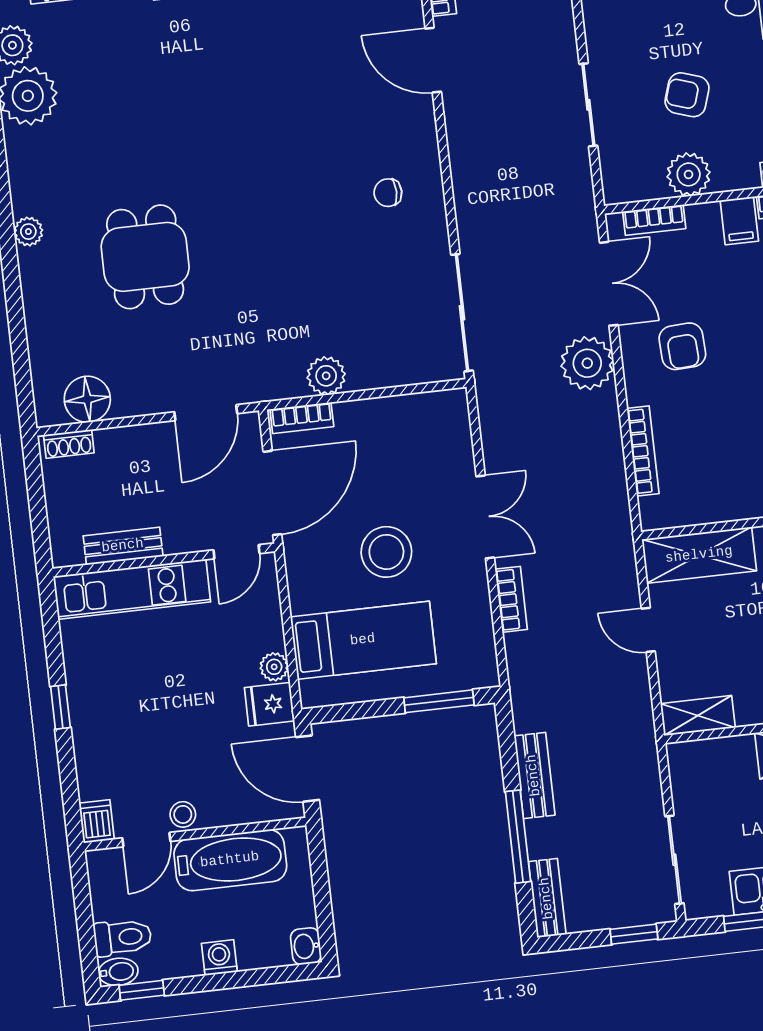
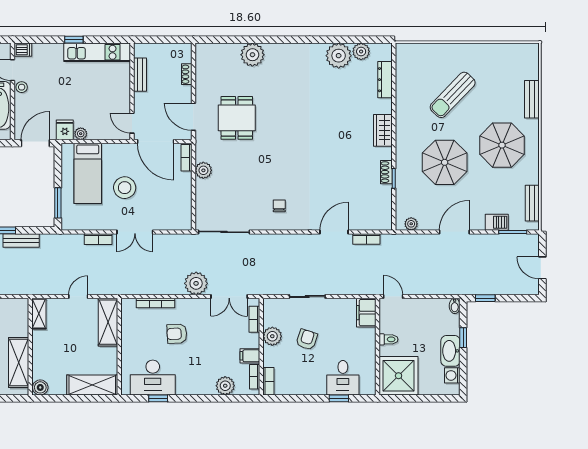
plant: (28, 232) -> (252, 55), moved, width x1.88, depth x1.88
dining table: (145, 257) -> (237, 118), moved, turned 90
armchair: (682, 346) -> (177, 334), moved
floor lamp: (87, 399) -> (205, 66), removed
shoe rack: (69, 444) -> (187, 74), moved
kitchen unit: (132, 589) -> (97, 52), moved, turned -90

